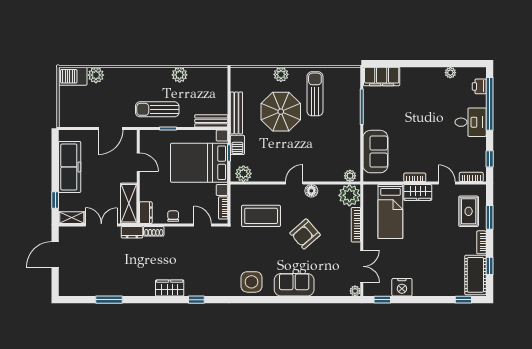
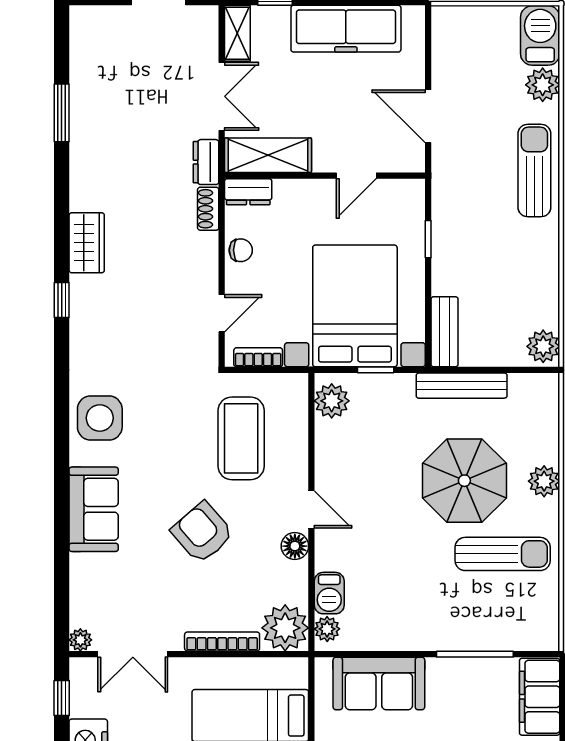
plant: (180, 75) -> (543, 346), moved
sun lounger: (157, 109) -> (534, 170), moved
barbecue: (237, 145) -> (329, 593), moved, turned -90

